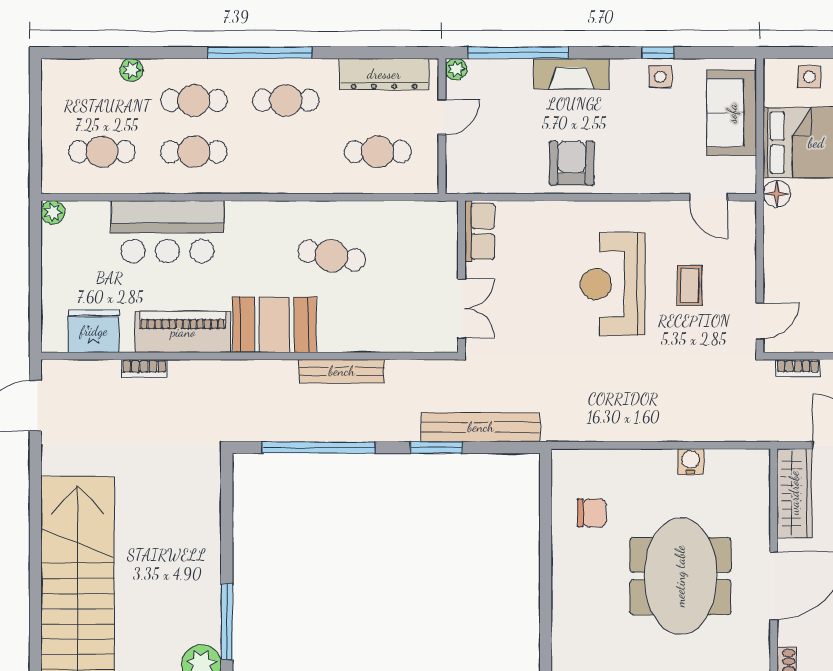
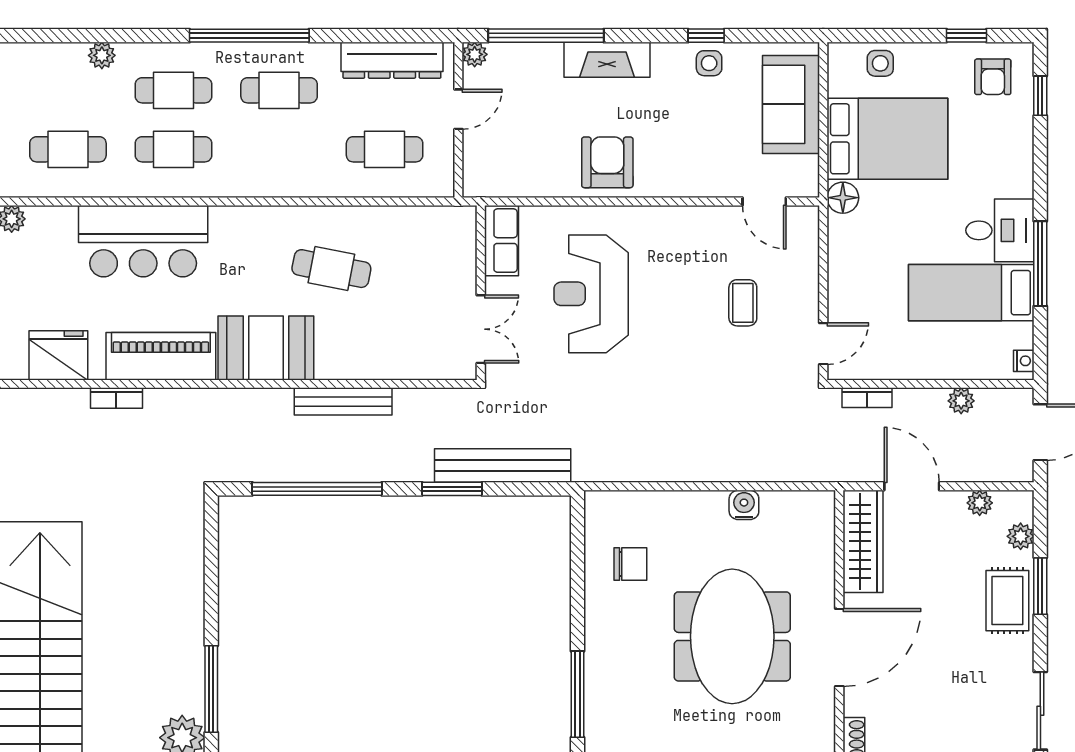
reception desk: (613, 284) -> (591, 294), moved
window: (546, 626) -> (577, 694), added

